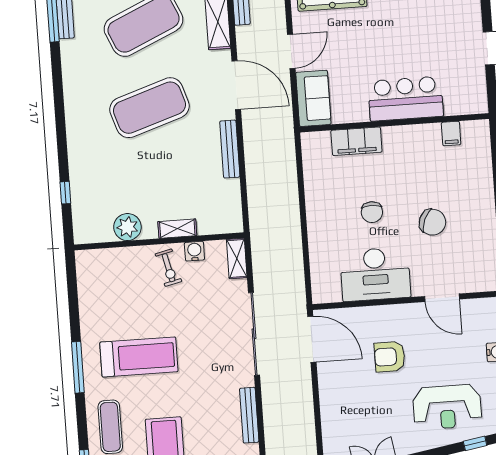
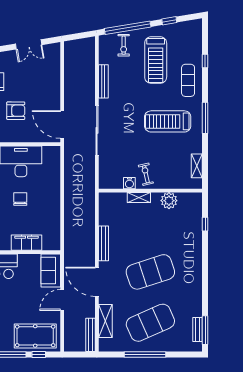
shelving: (237, 259) -> (197, 166), moved

